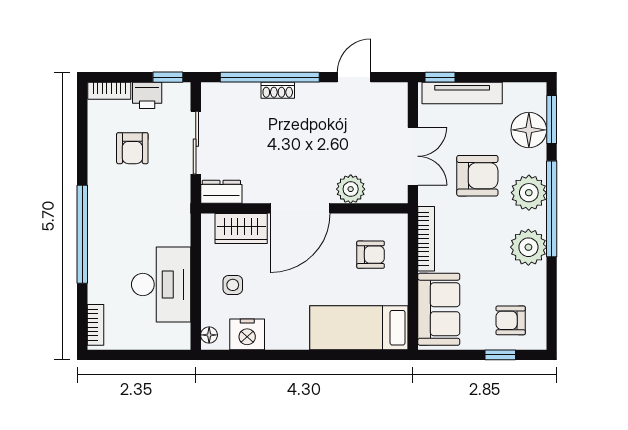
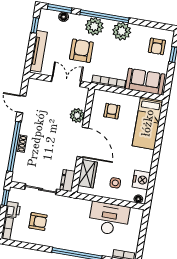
window: (440, 77) -> (35, 25), moved
floor lamp: (529, 130) -> (64, 17), width x0.53, depth x0.53

